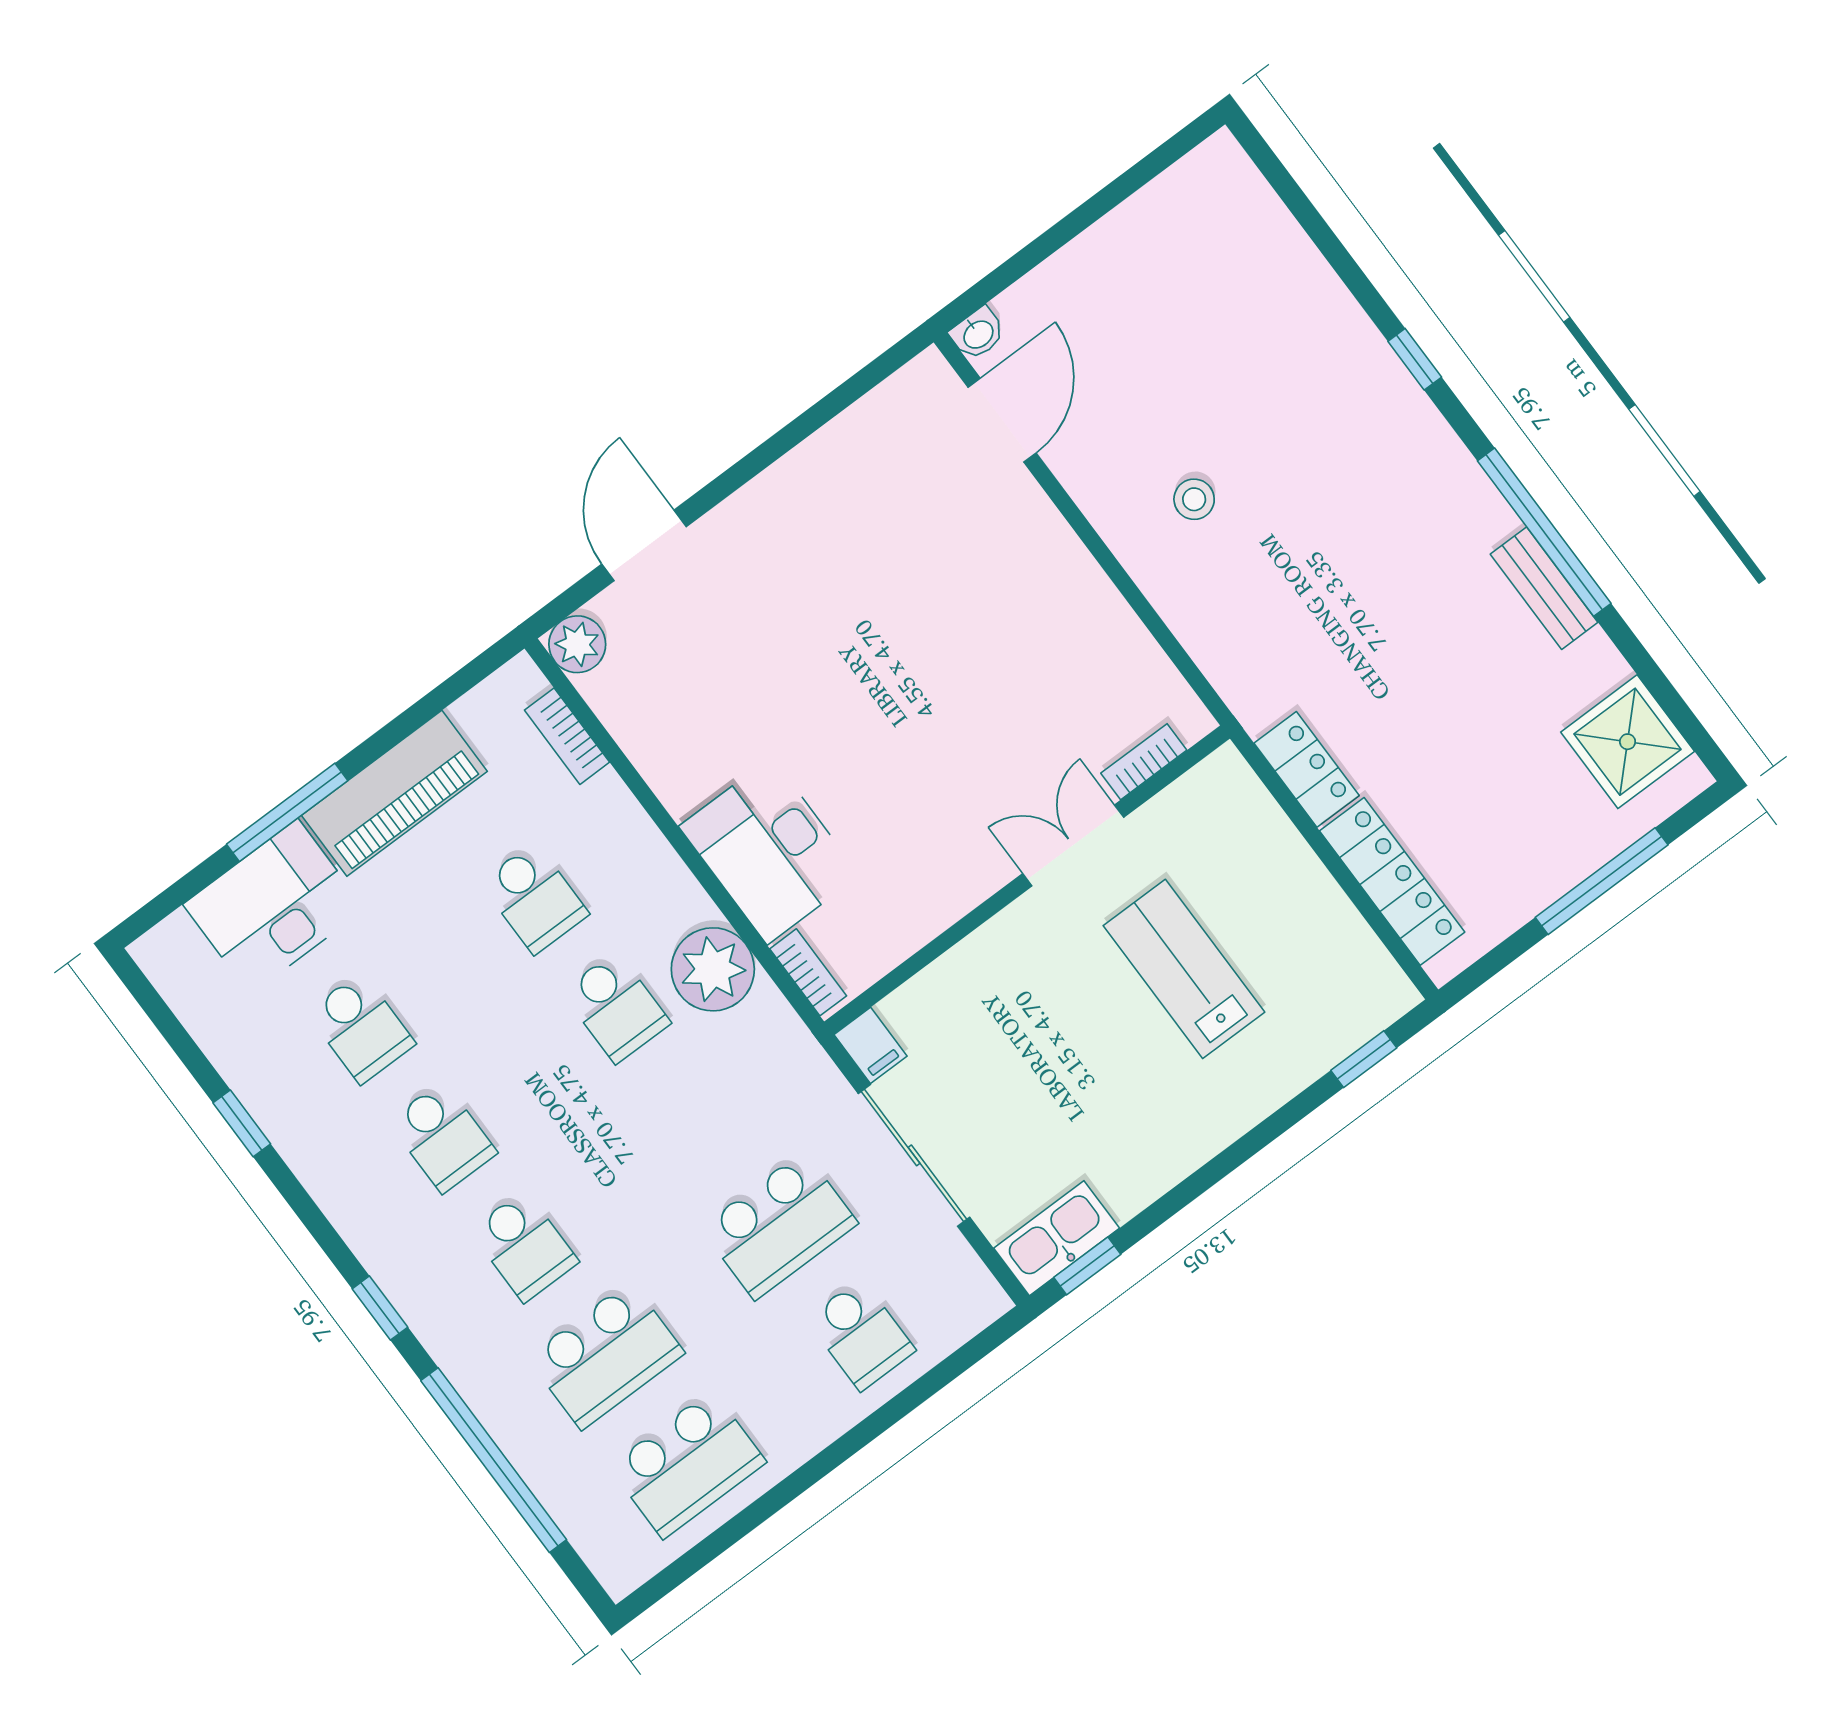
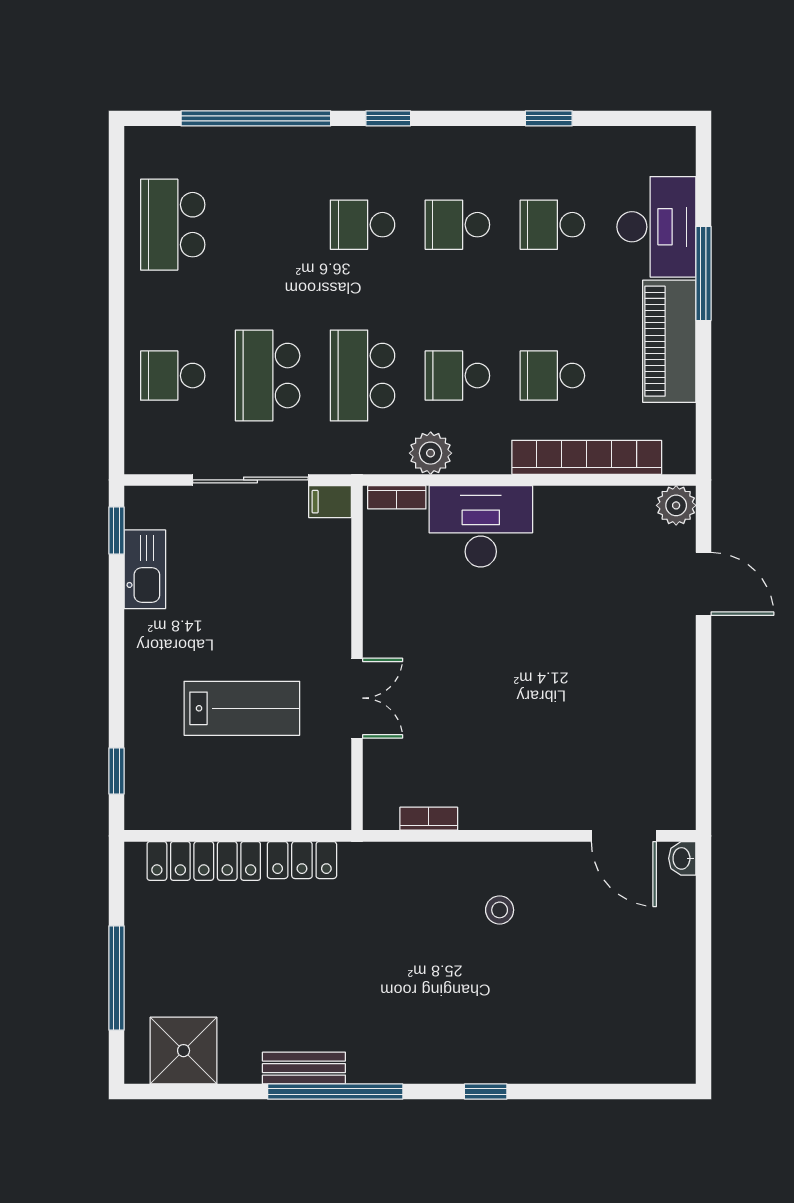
bookcase: (567, 736) -> (587, 457), width x2.31, depth x1.31
bookcase: (1144, 762) -> (429, 819), moved, turned -90
plant: (713, 969) -> (431, 453), width x0.73, depth x0.73
kitchen sink: (1057, 1238) -> (145, 569), moved
school desk: (606, 1355) -> (363, 376), moved

